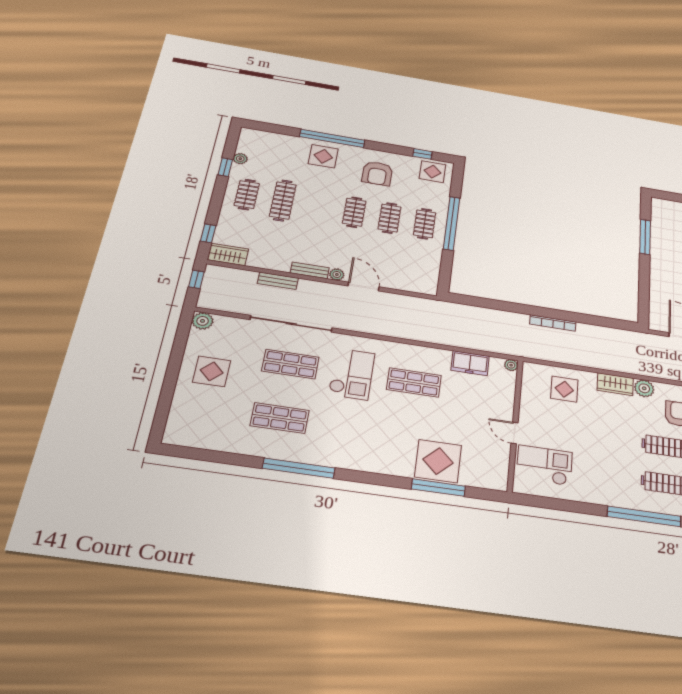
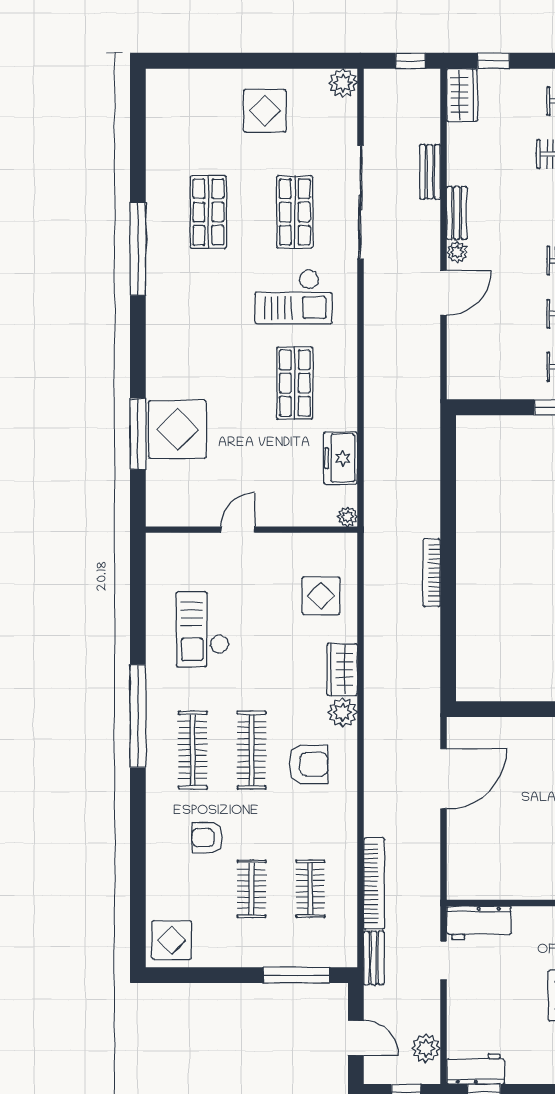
checkout: (544, 465) -> (203, 629), moved, turned 180

